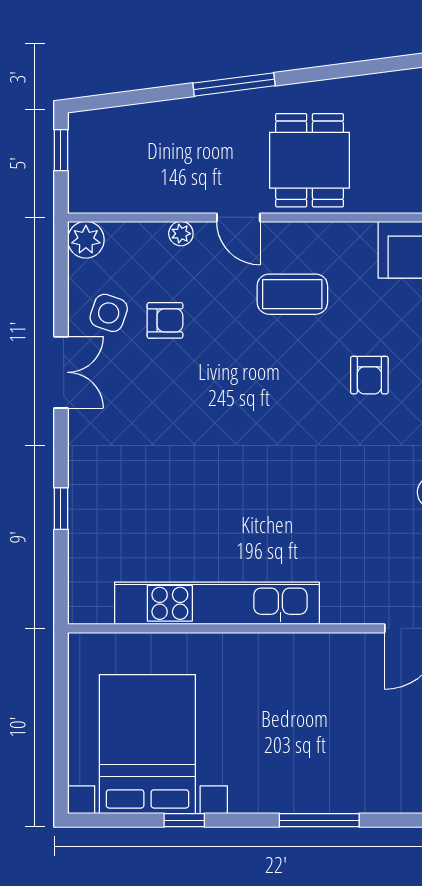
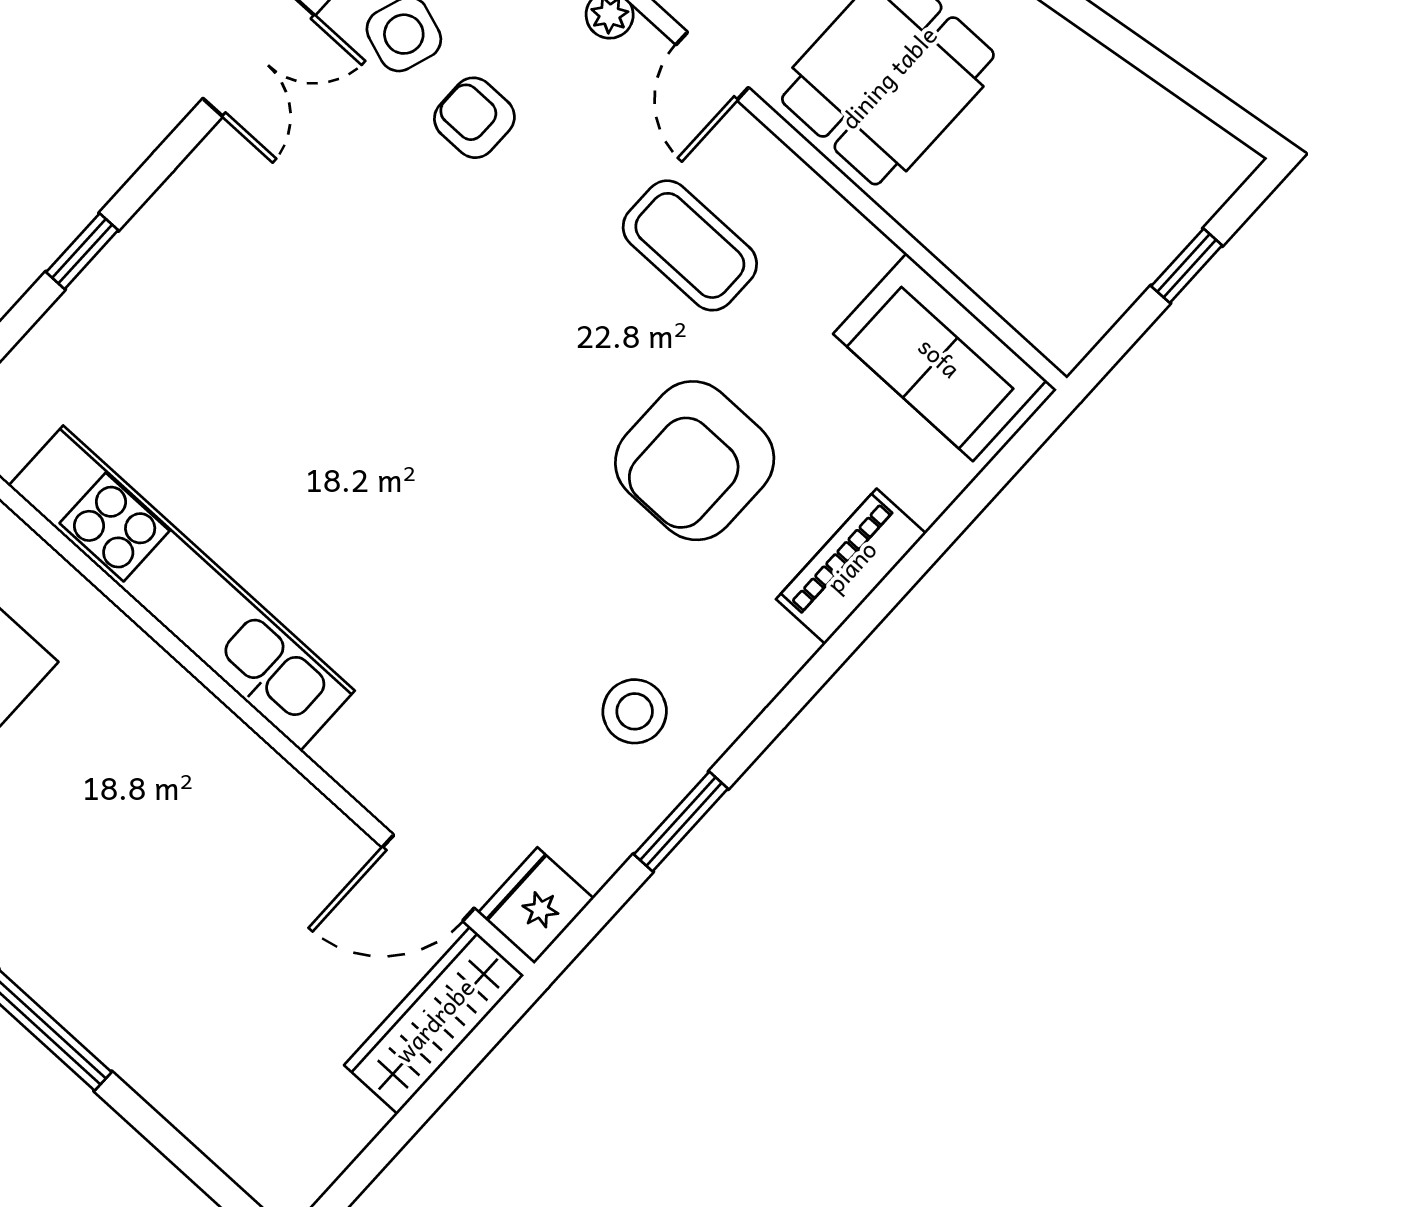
armchair: (165, 320) -> (474, 118), turned 180
armchair: (369, 375) -> (695, 461), width x1.88, depth x1.88

